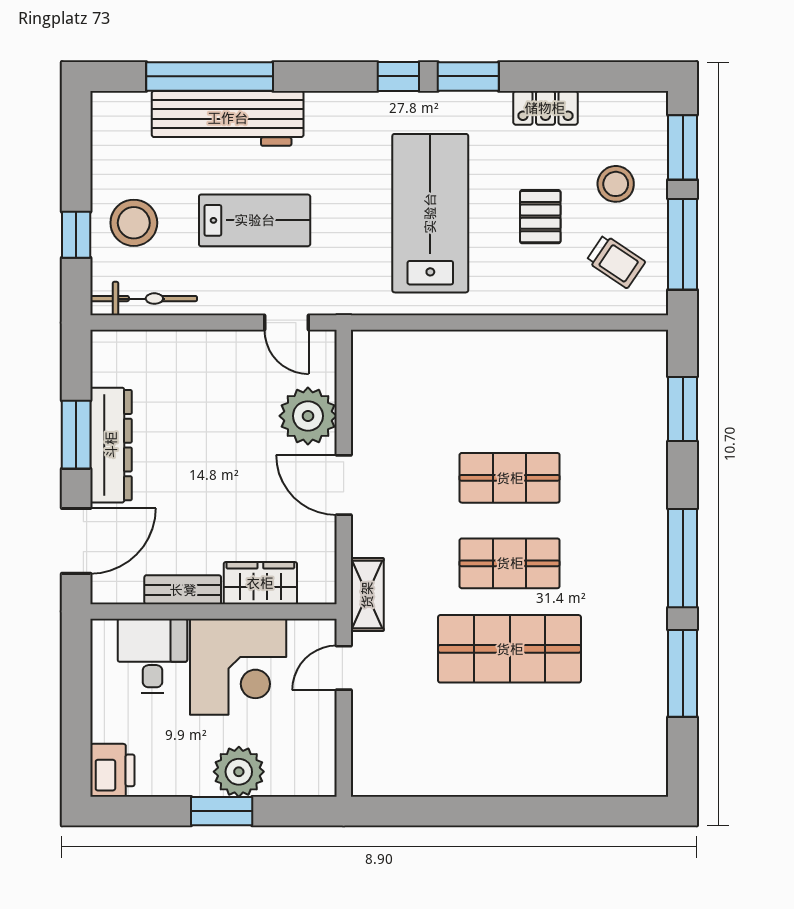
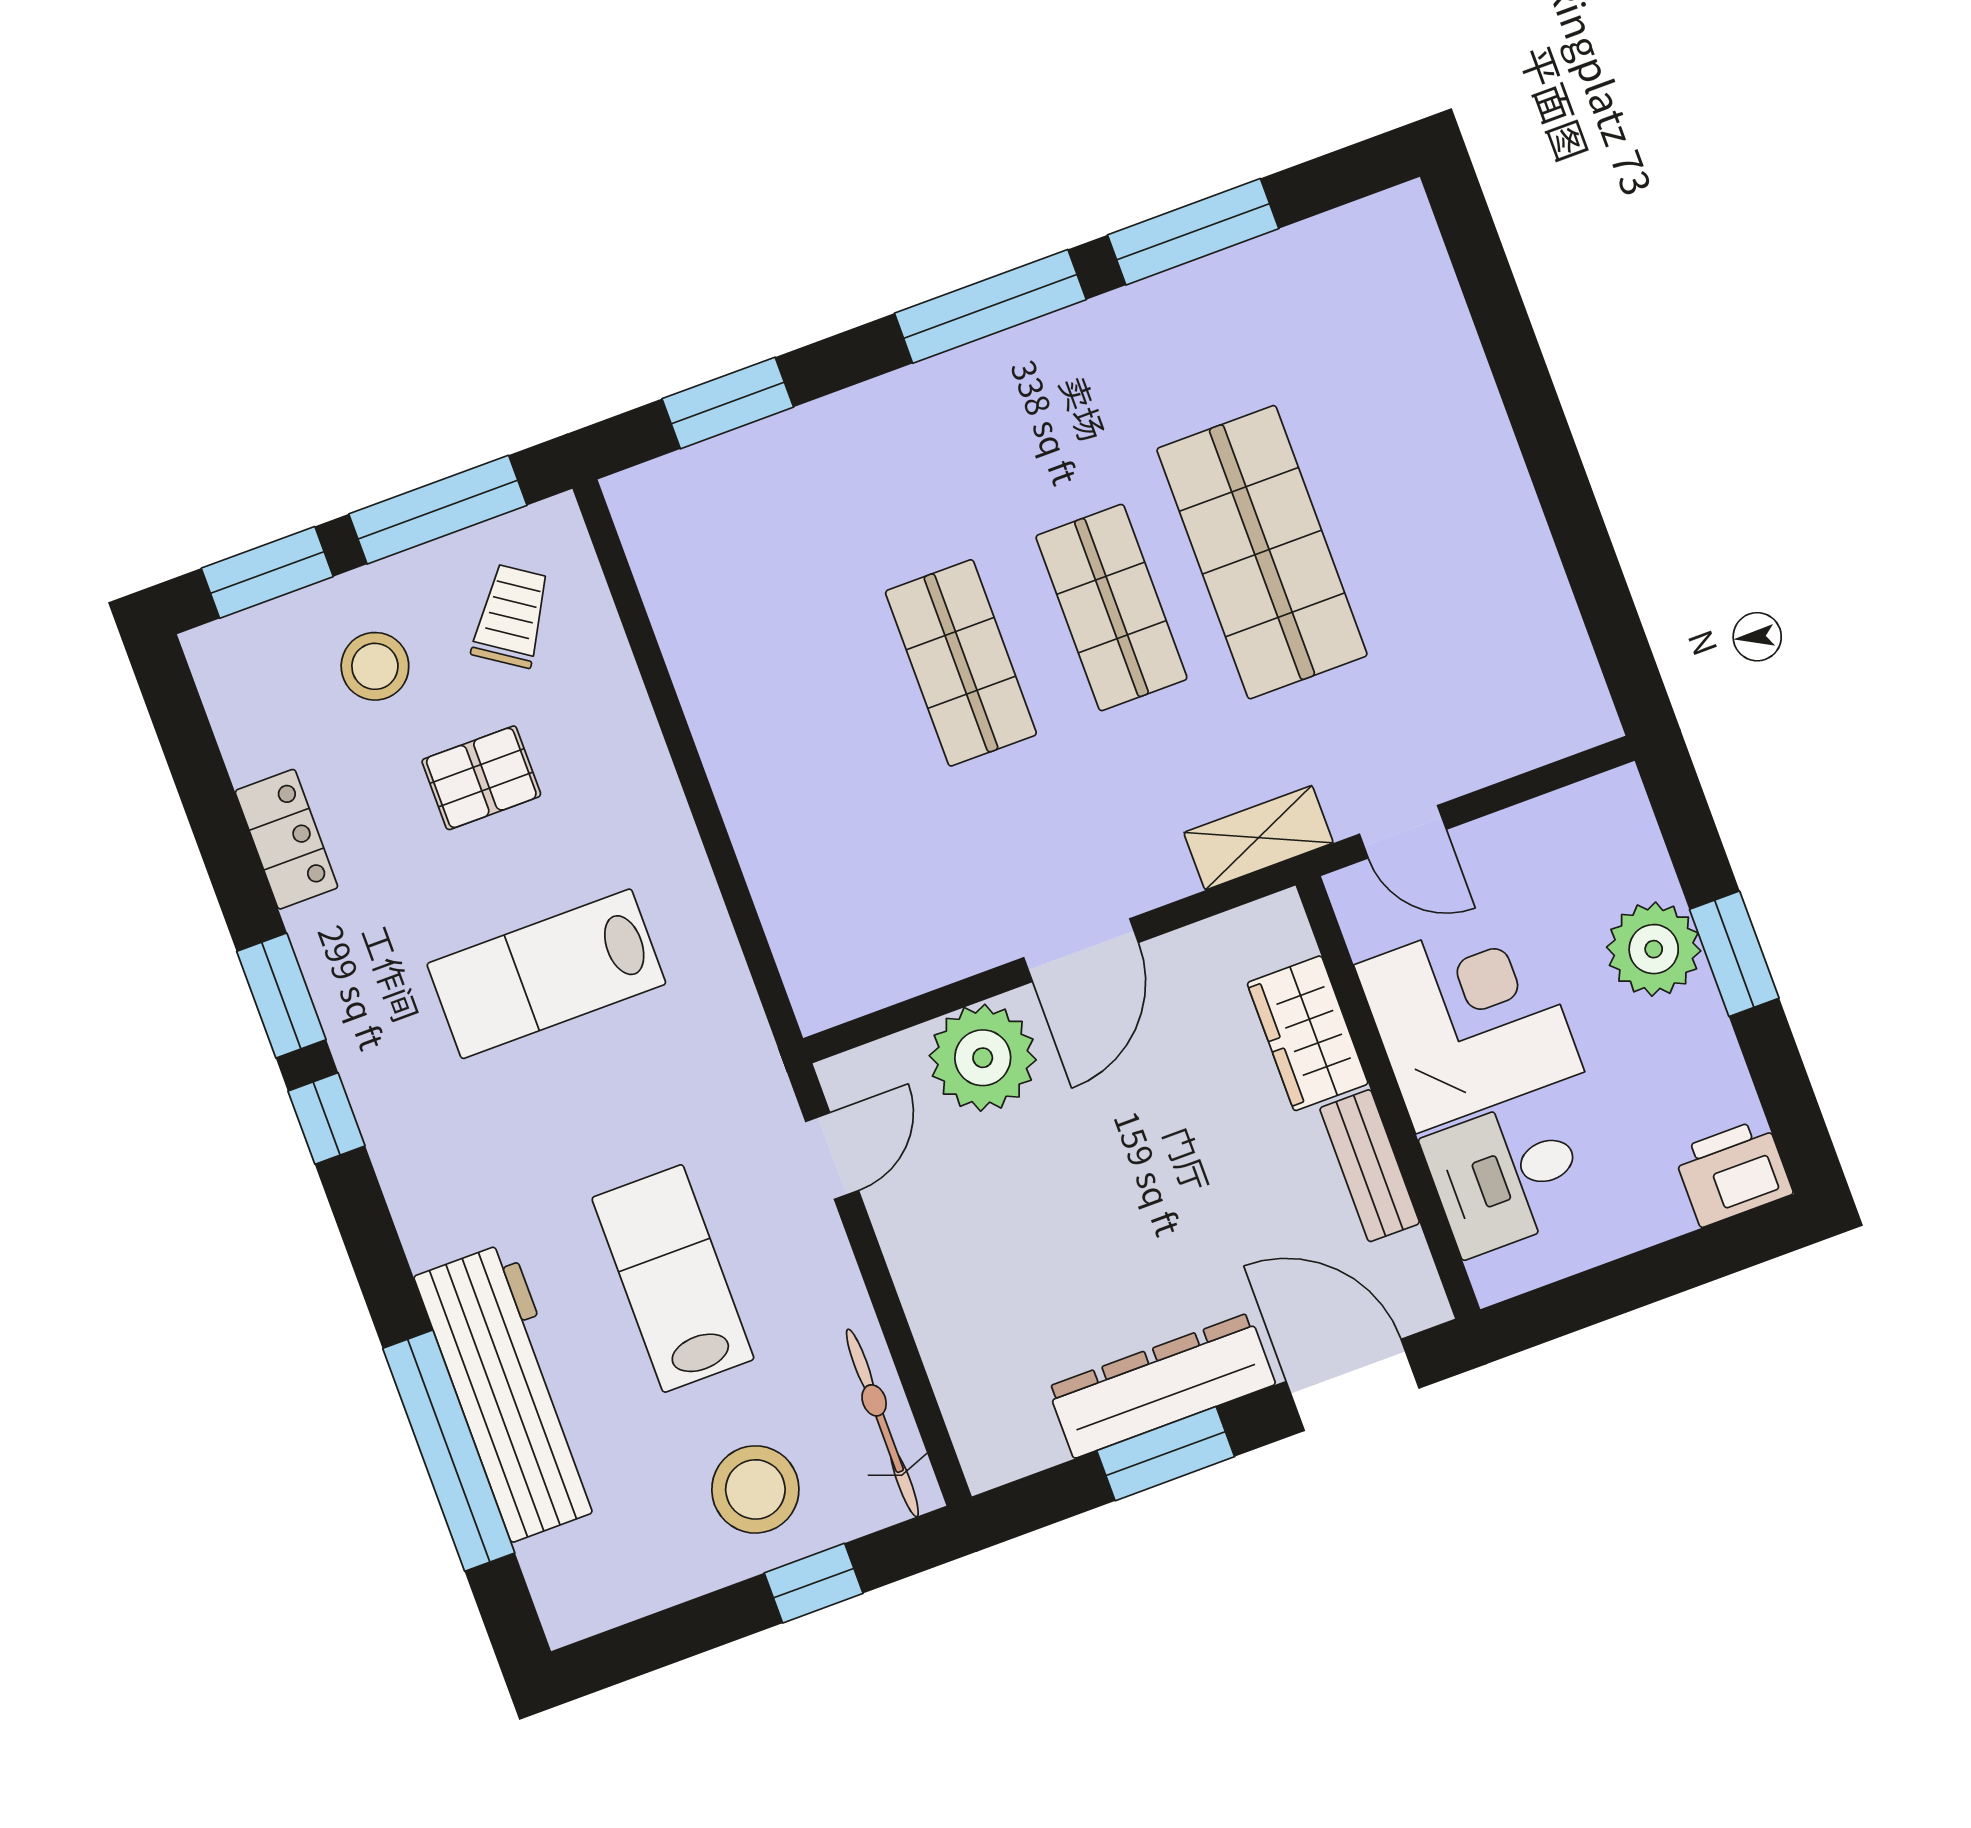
lab bench: (430, 213) -> (546, 974), width x0.73, depth x0.72

